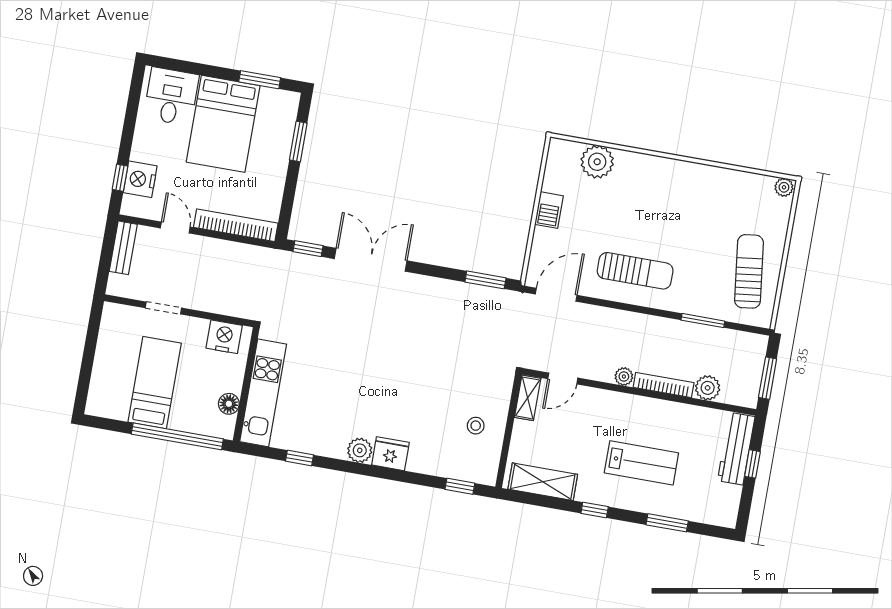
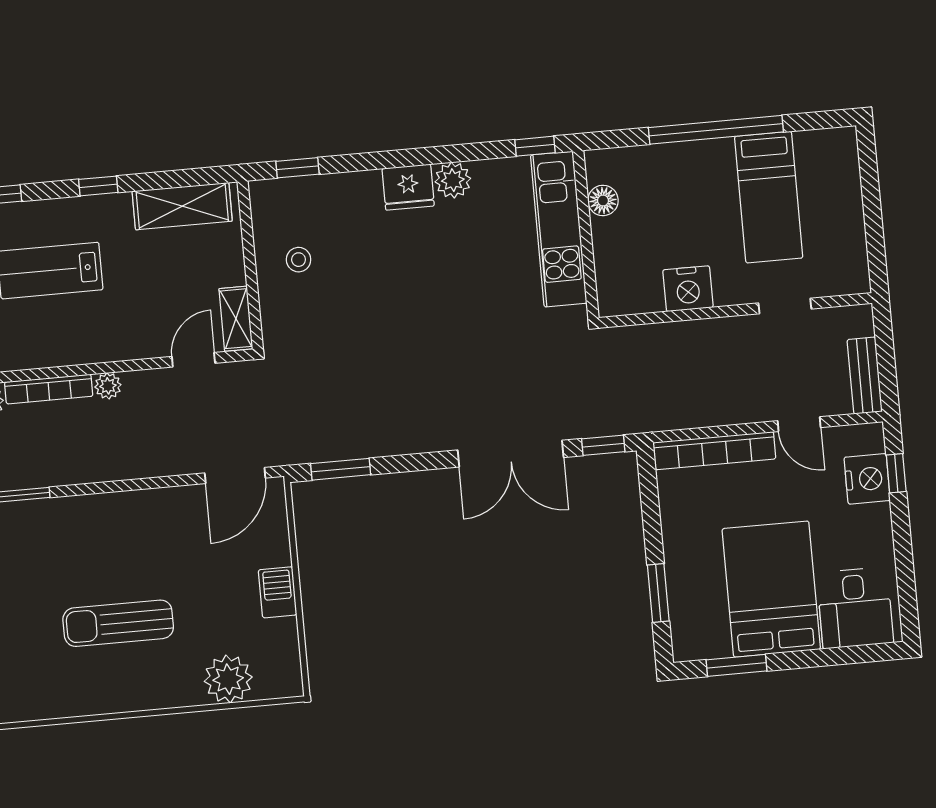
sun lounger: (635, 271) -> (118, 623), moved
wall: (246, 384) -> (586, 234), moved
kitchen unit: (263, 393) -> (559, 229), moved
floor lamp: (229, 404) -> (603, 200), moved

